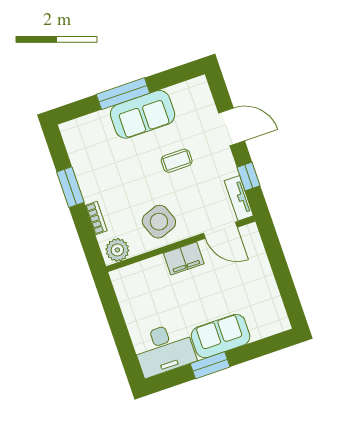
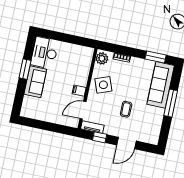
sofa: (143, 114) -> (161, 85), moved, width x1.36
window: (70, 187) -> (156, 57), moved
filing cabinet: (184, 258) -> (79, 91), width x0.50

